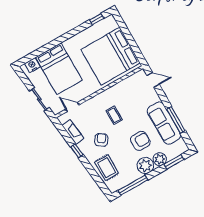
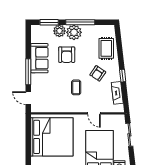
door: (72, 107) -> (94, 113), moved
window: (176, 120) -> (28, 72), moved
sofa: (164, 123) -> (39, 58), width x0.73
armchair: (140, 141) -> (67, 55), turned -90
window: (133, 185) -> (80, 22), moved

